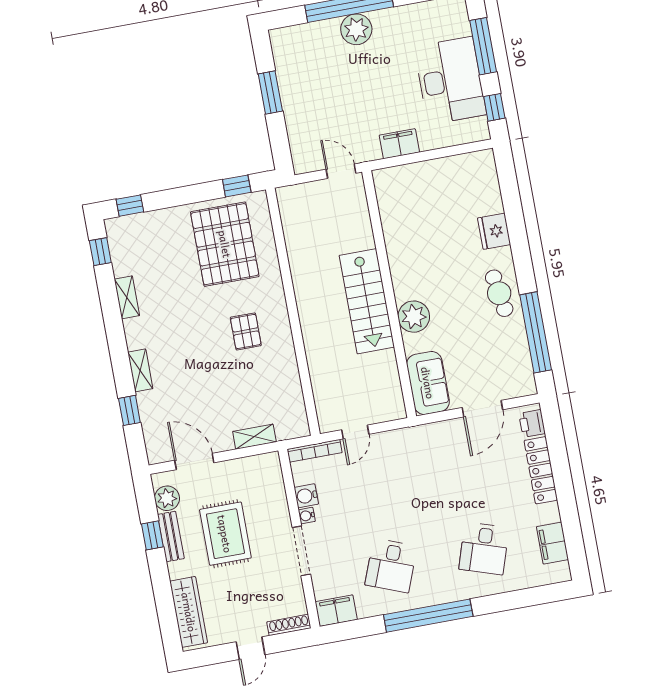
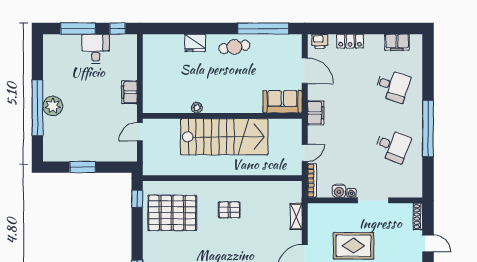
desk: (450, 81) -> (96, 49), width x0.53, depth x0.77
stairs: (367, 301) -> (224, 137), width x1.36, depth x1.51
plant: (414, 317) -> (197, 108), moved, width x0.53, depth x0.53
door: (355, 432) -> (305, 153), hinge flipped
locker: (541, 470) -> (350, 41), width x0.66
filing cabinet: (336, 611) -> (316, 113), moved, turned 180

